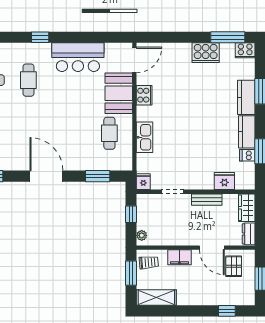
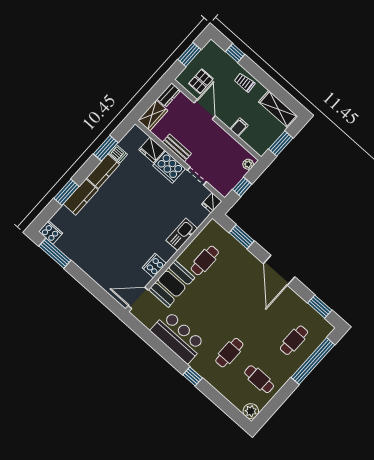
cooker: (206, 53) -> (169, 167), moved, turned 180
filing cabinet: (180, 257) -> (239, 127), width x0.50
trolley: (149, 262) -> (245, 82), moved

